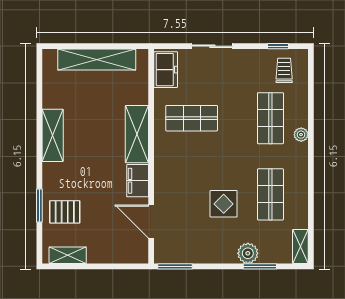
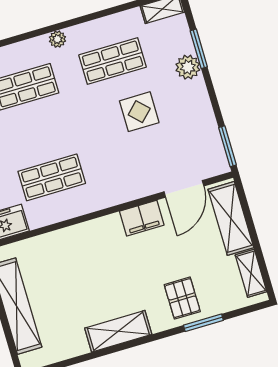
shop shelf: (192, 118) -> (52, 177), turned 90
shelving: (137, 134) -> (231, 218), moved, turned 90
plant: (301, 135) -> (57, 39), moved
pallet: (65, 212) -> (182, 298), moved

